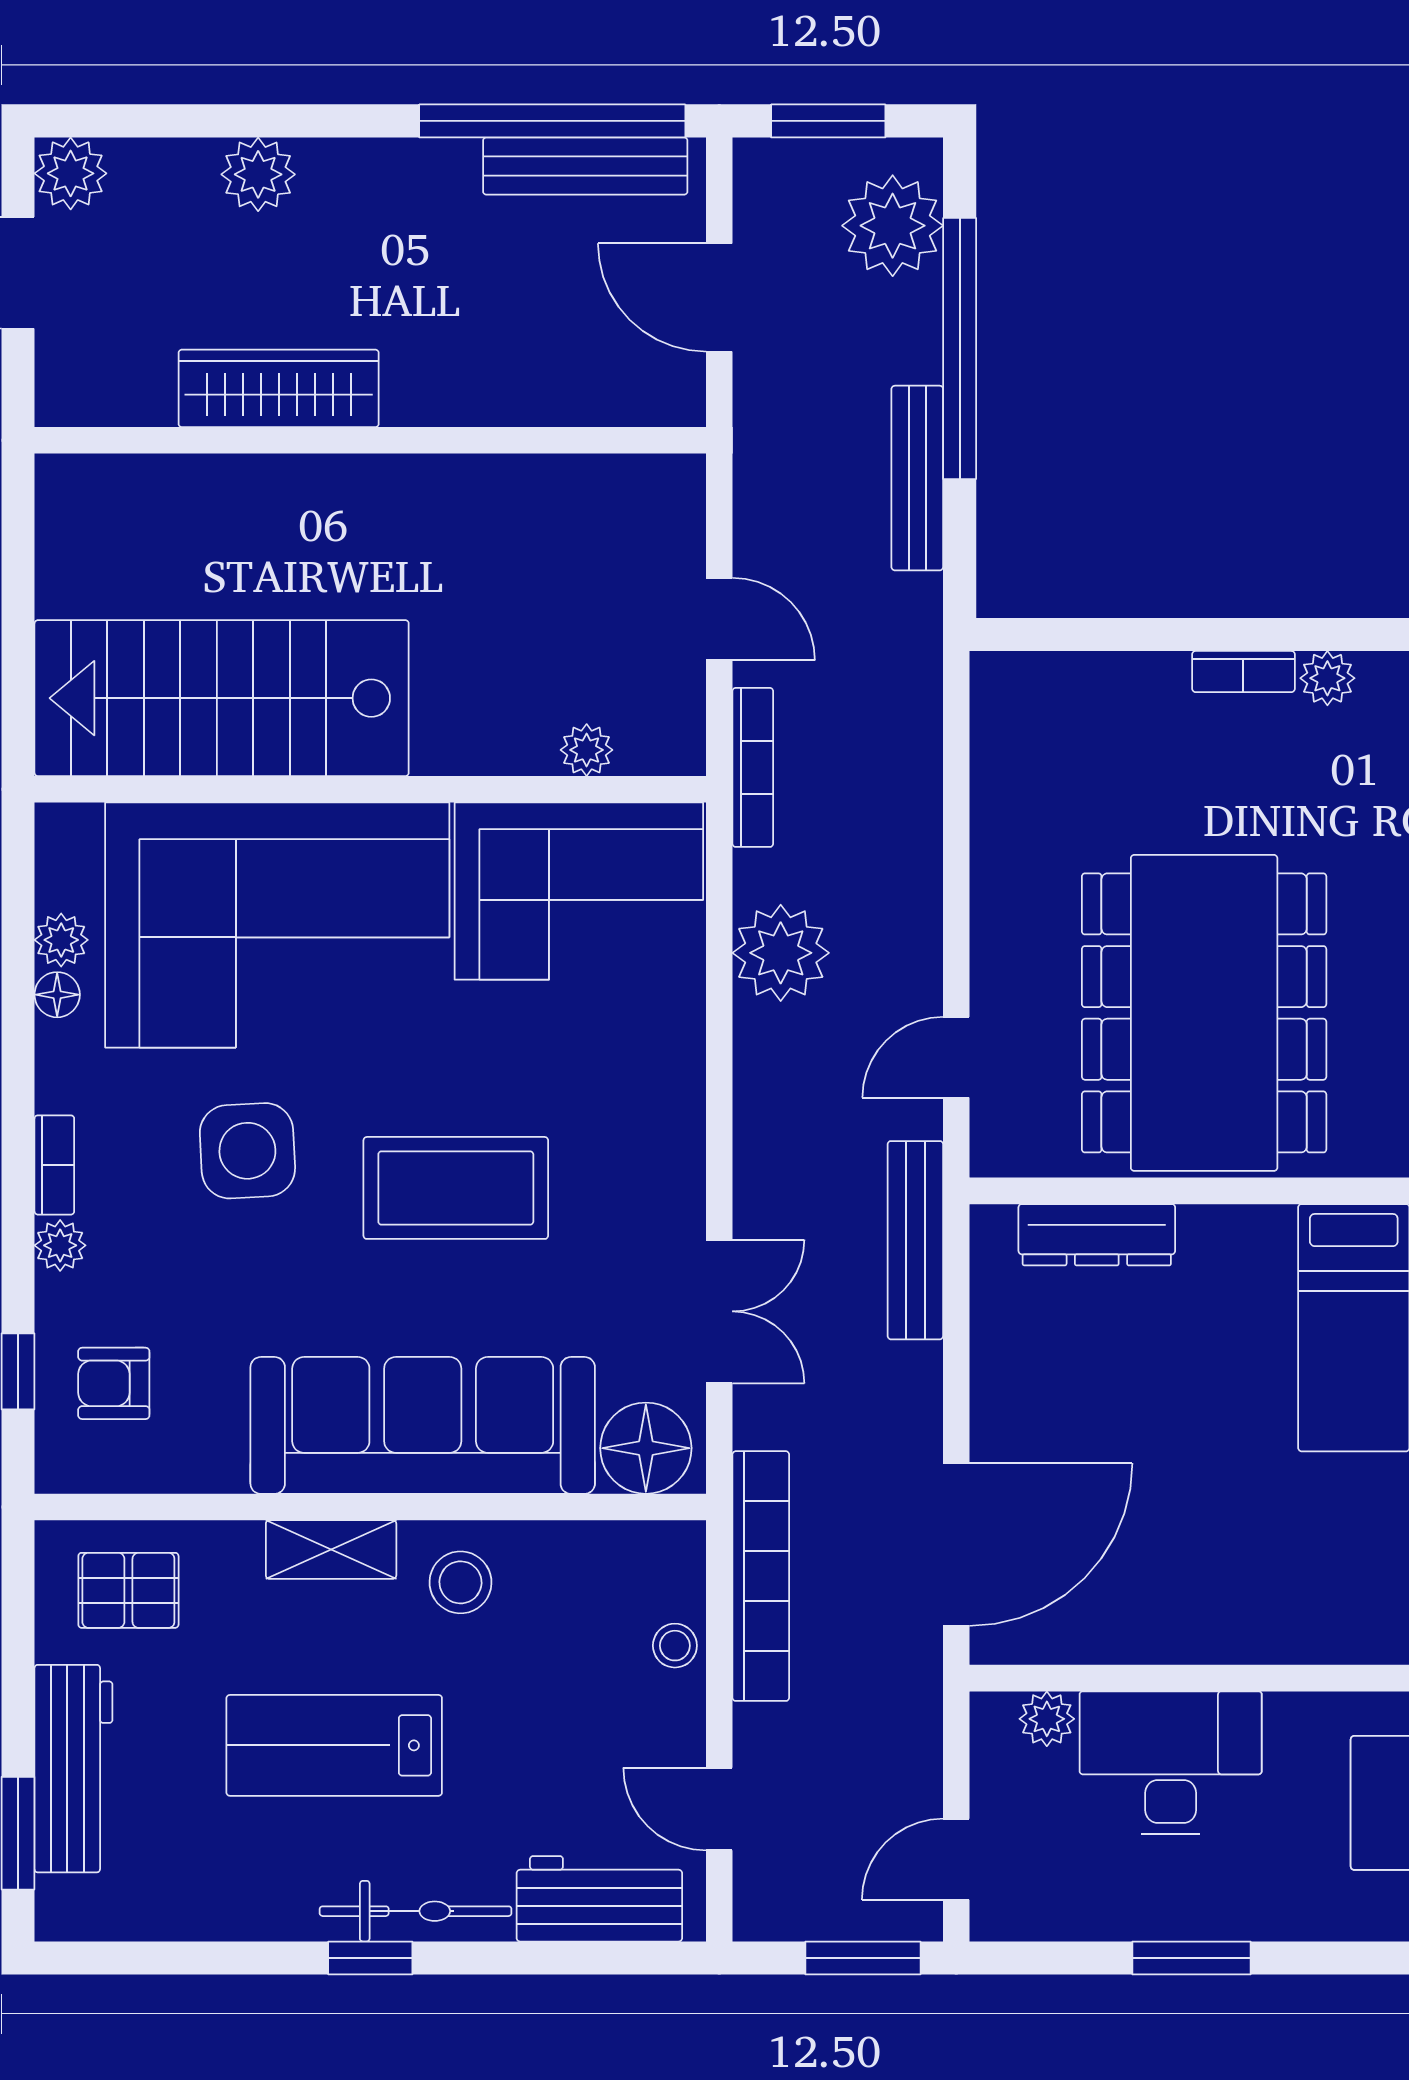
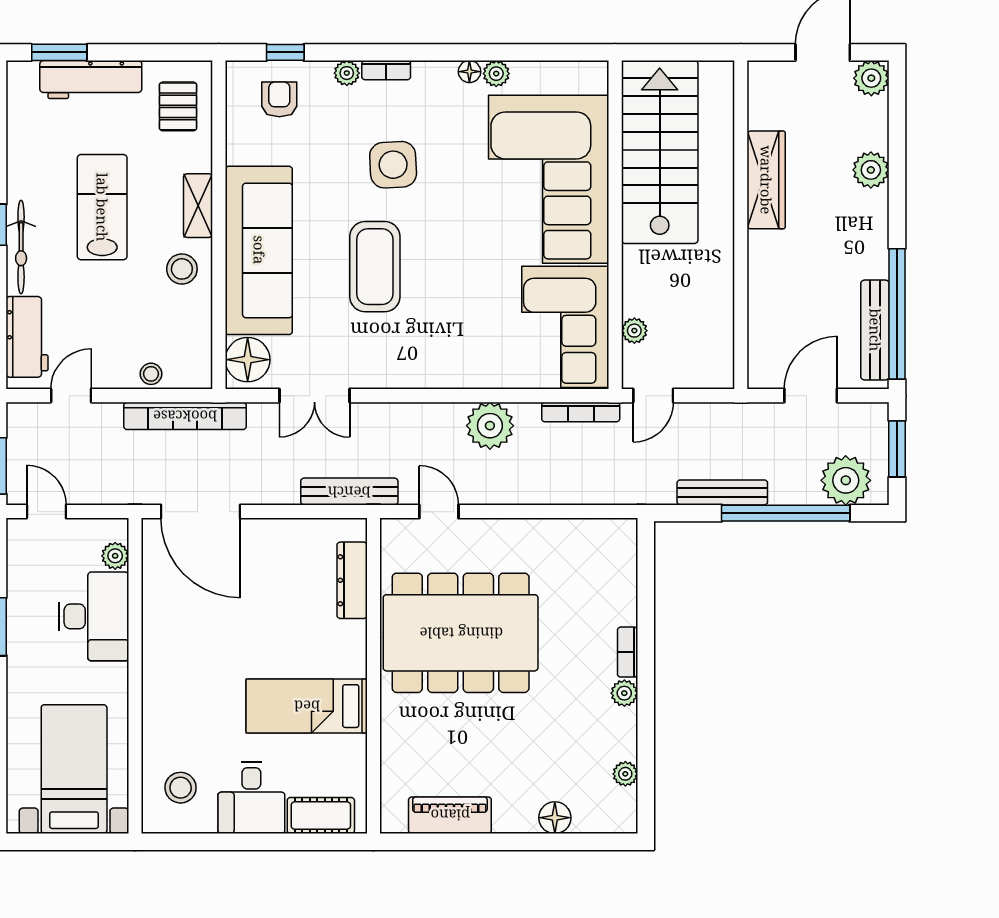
stairs: (222, 698) -> (660, 152), moved
plant: (587, 750) -> (634, 331), moved
wall: (370, 789) -> (615, 225), moved
corner sofa: (579, 891) -> (565, 327), moved
corner sofa: (277, 925) -> (549, 179), moved

